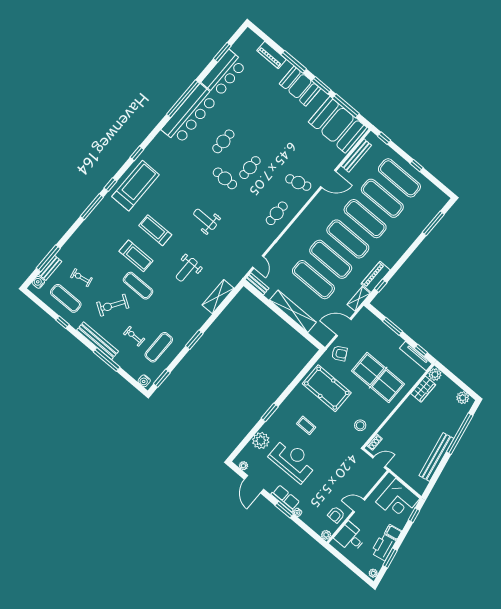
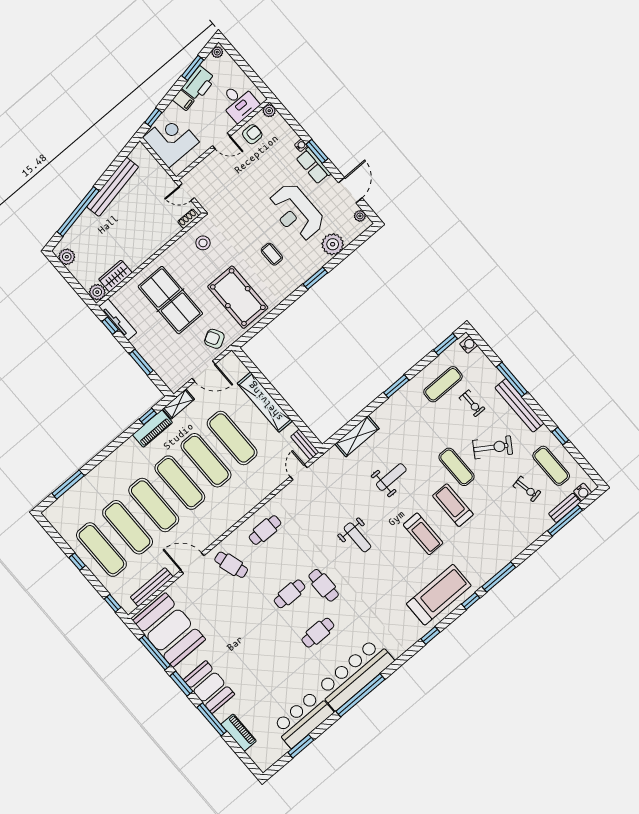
treadmill: (136, 186) -> (439, 595), turned 180

